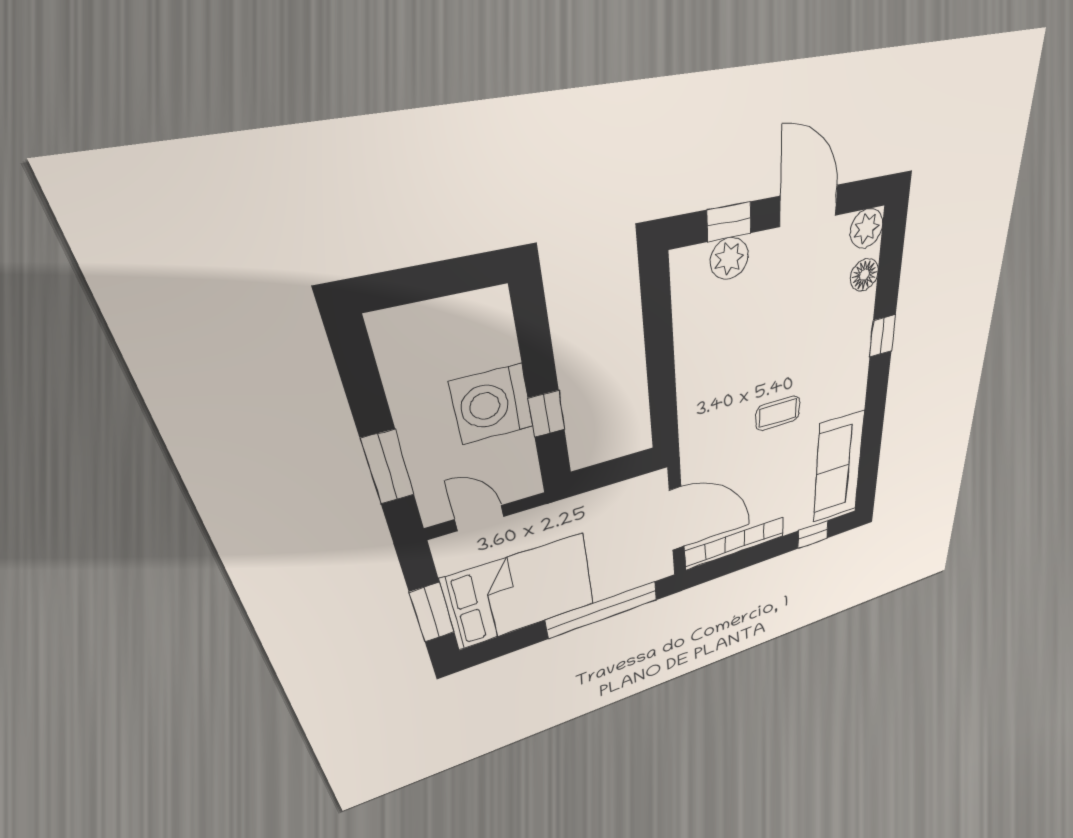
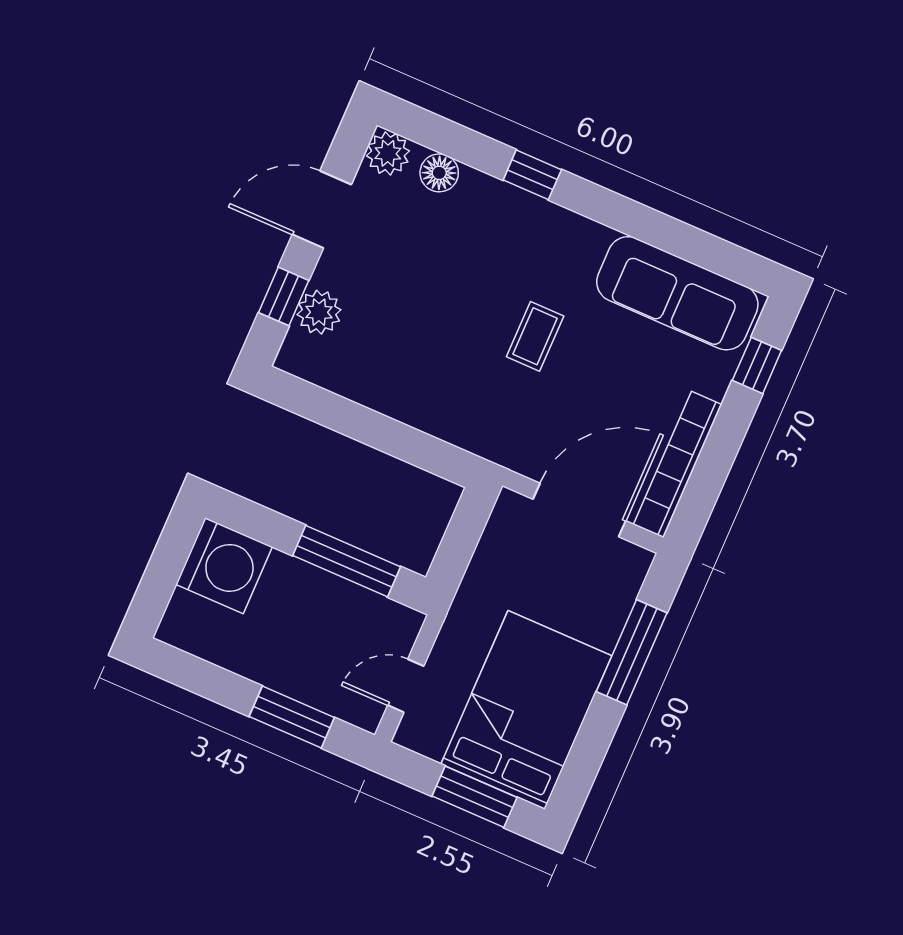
washing machine: (492, 404) -> (224, 566), moved, turned -90
window: (547, 414) -> (347, 561), width x2.17
window: (602, 610) -> (632, 652), width x0.68

